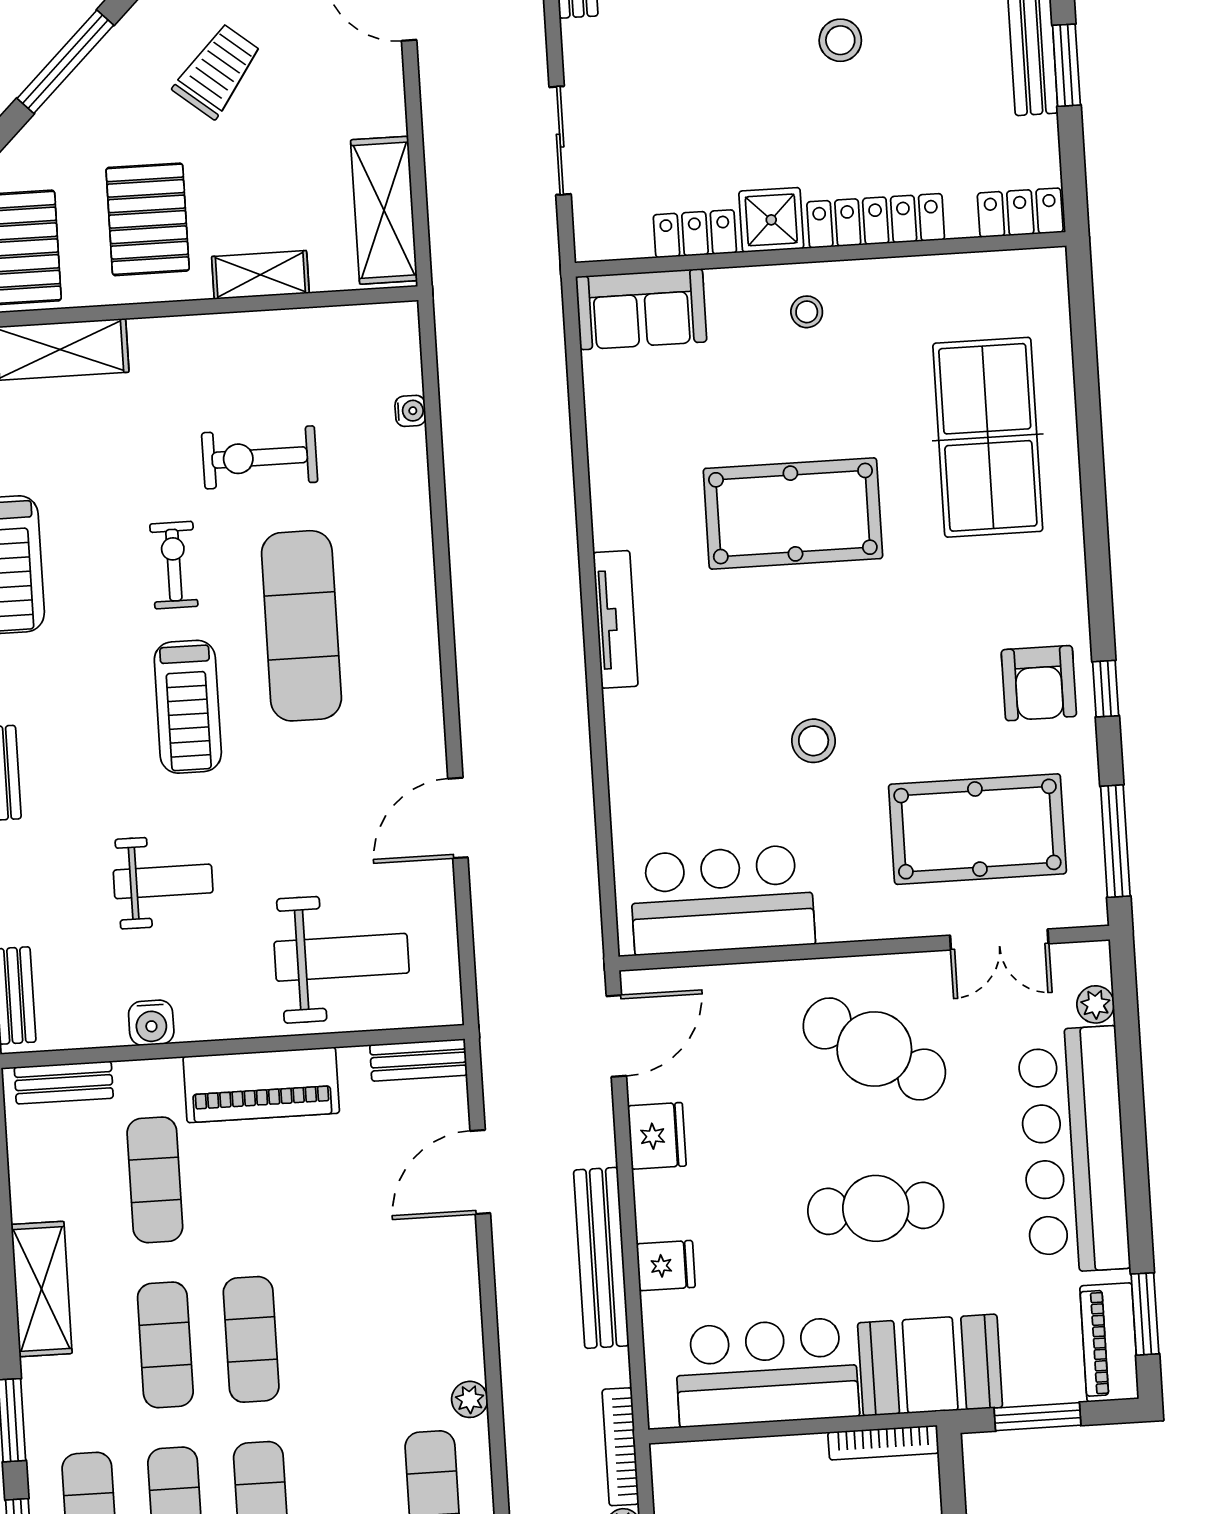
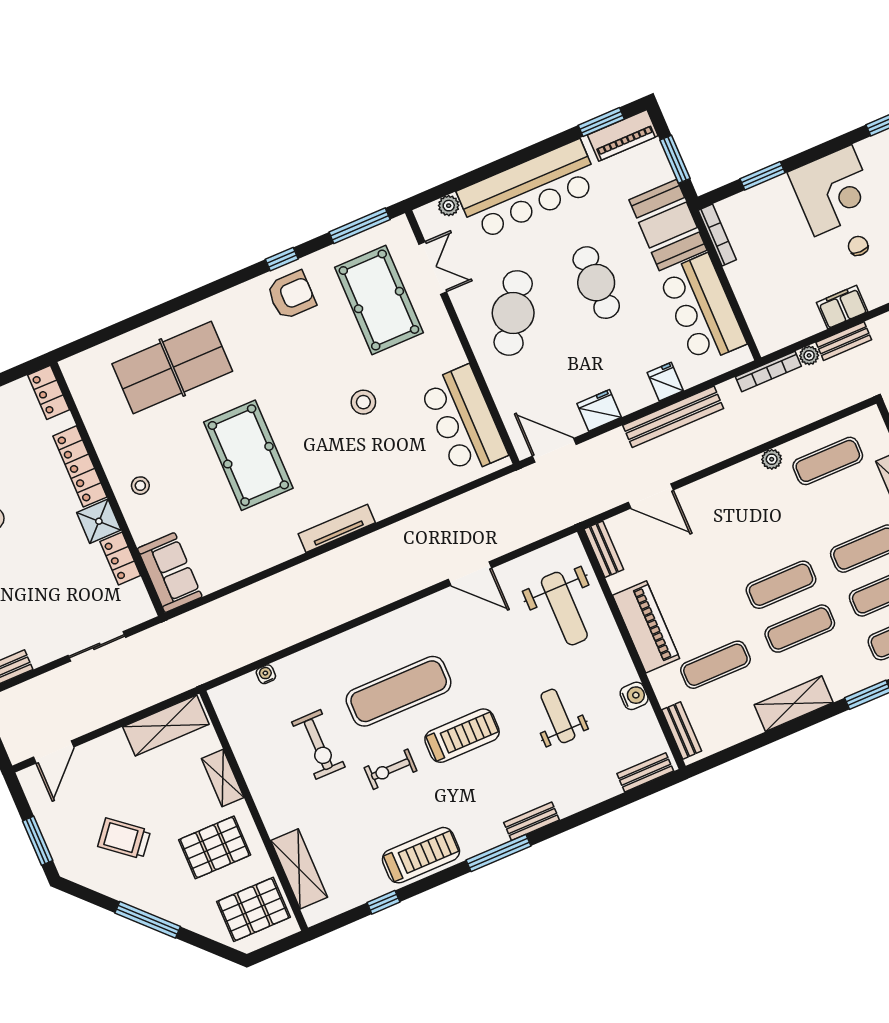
weight bench: (342, 957) -> (564, 609), turned 180

